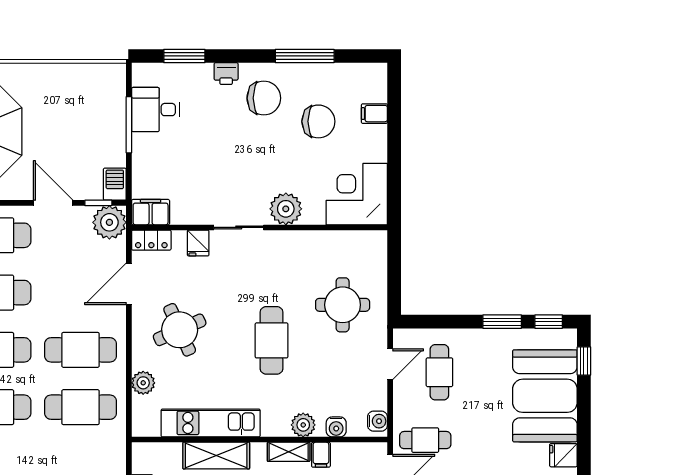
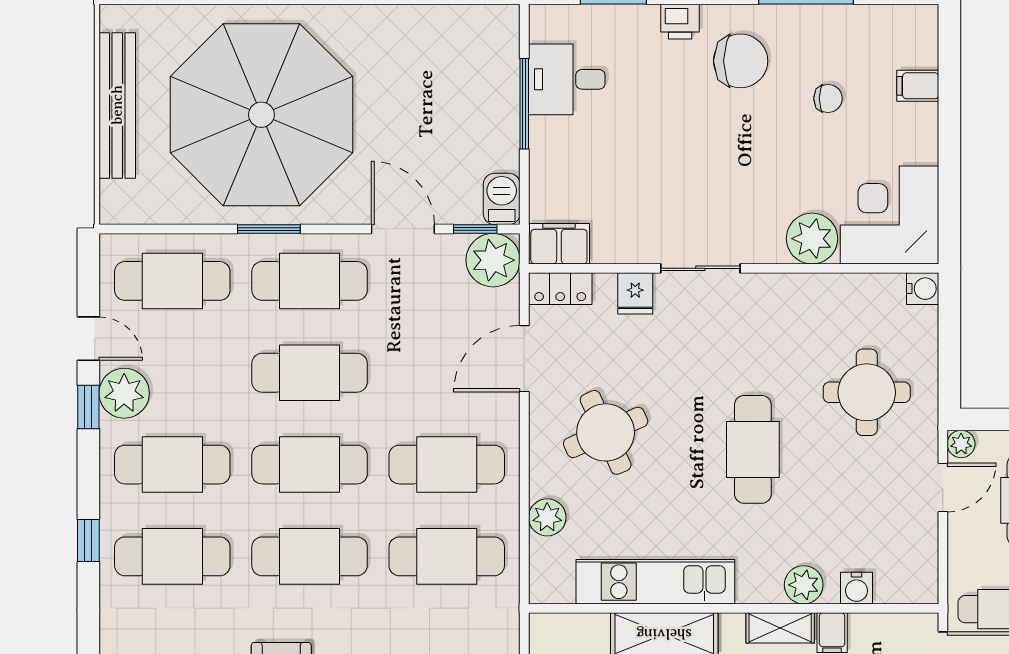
chair: (318, 121) -> (828, 98), width x0.54, depth x0.54
plant: (286, 209) -> (812, 239), moved
plant: (401, 337) -> (961, 444), added
water cooler: (377, 421) -> (923, 289), moved

